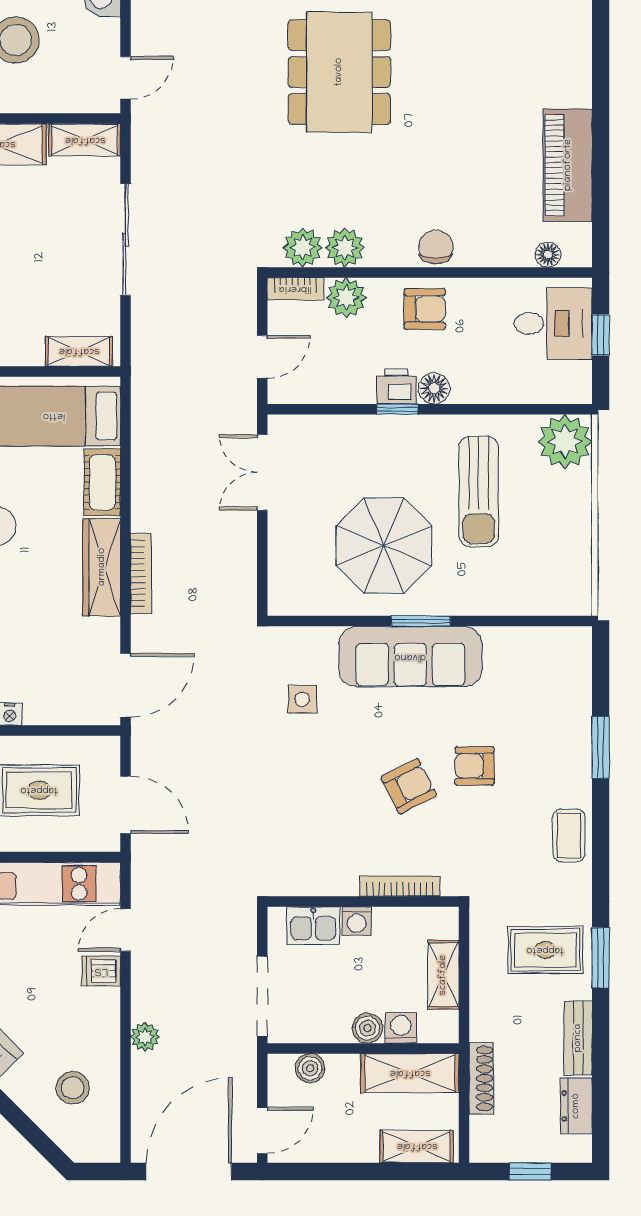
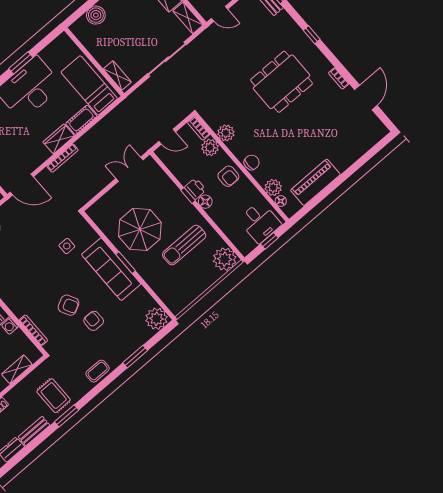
plant: (303, 248) -> (273, 188), moved
wardrobe: (102, 567) -> (59, 139), width x0.67
plant: (566, 652) -> (156, 319), added

